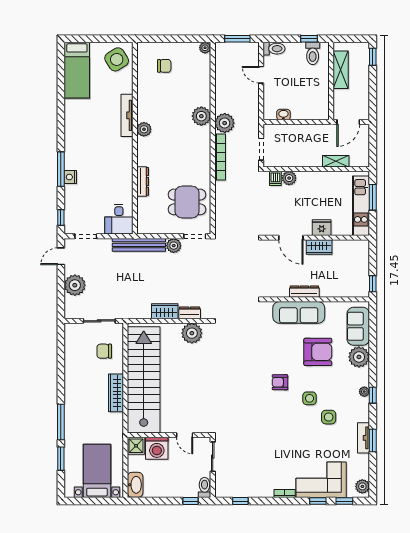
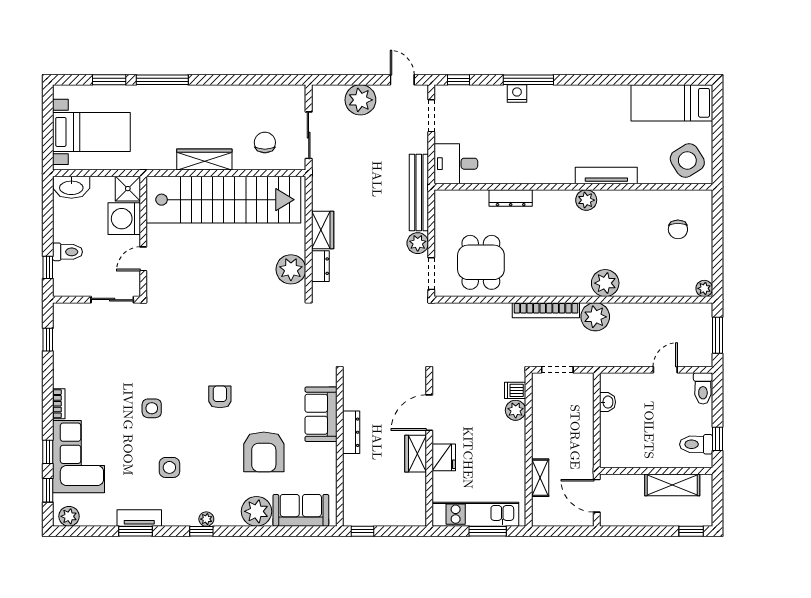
sofa: (299, 312) -> (321, 414), width x0.73
side table: (310, 398) -> (152, 408), moved
toilet: (205, 487) -> (68, 252), moved

